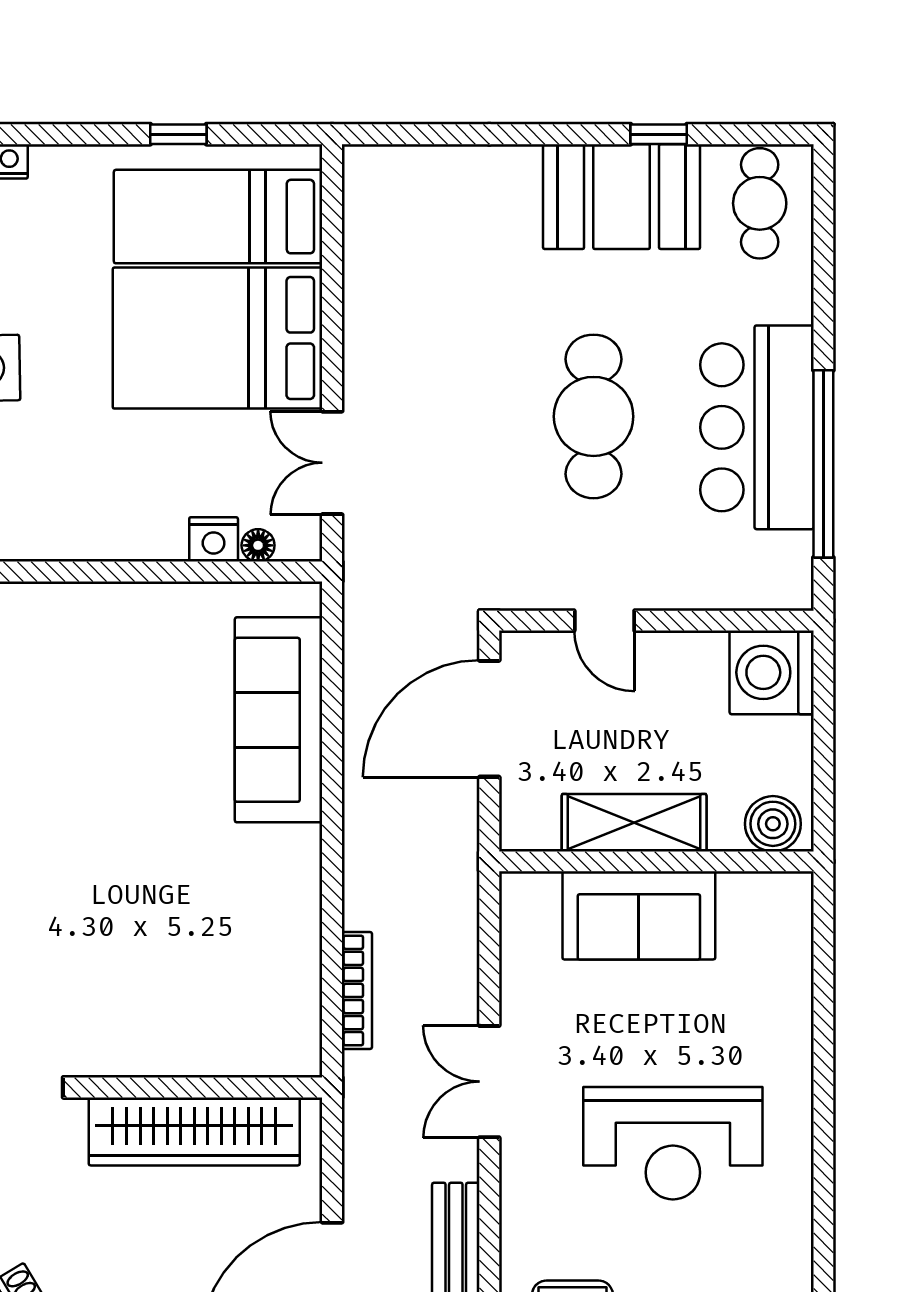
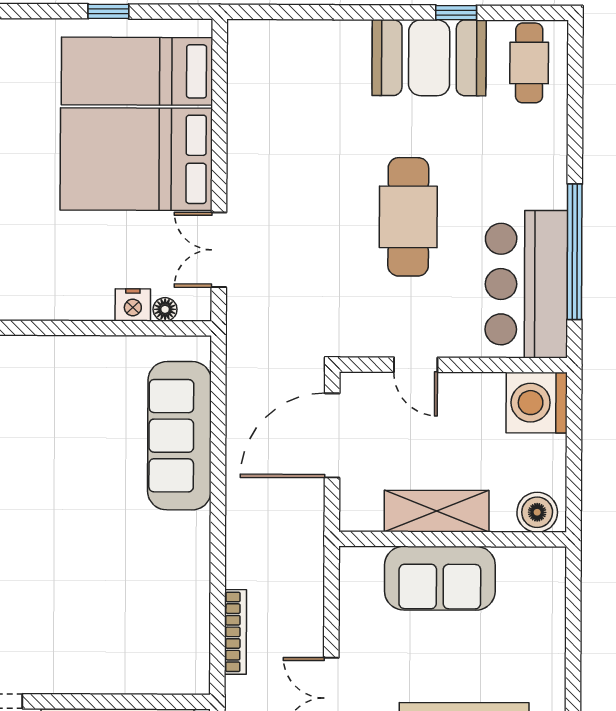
bar counter: (757, 427) -> (526, 284), moved

